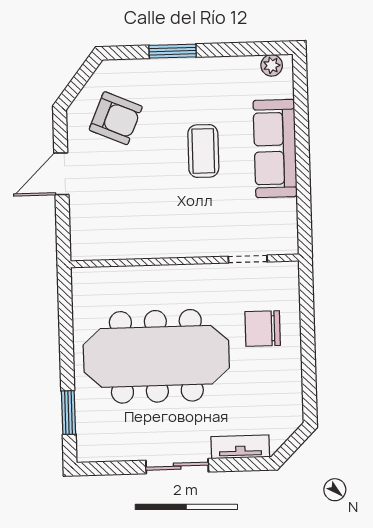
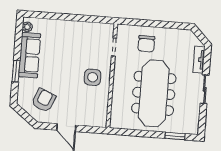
sofa: (275, 148) -> (30, 55), moved, turned -90
coffee table: (203, 151) -> (63, 62), removed
side table: (177, 219) -> (93, 77), added

